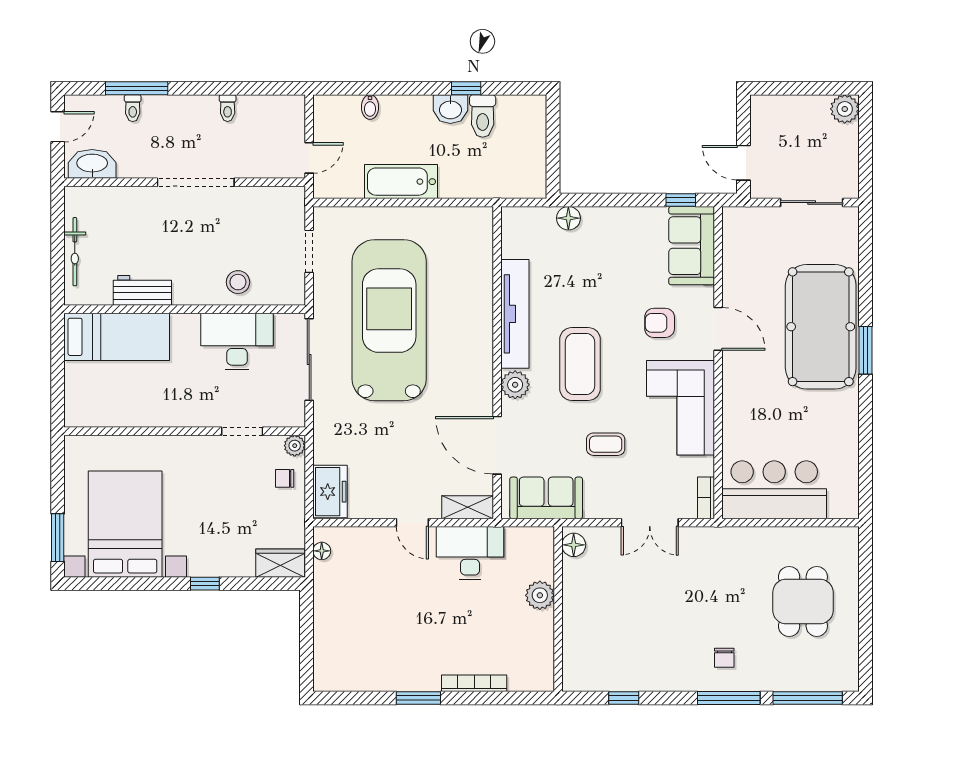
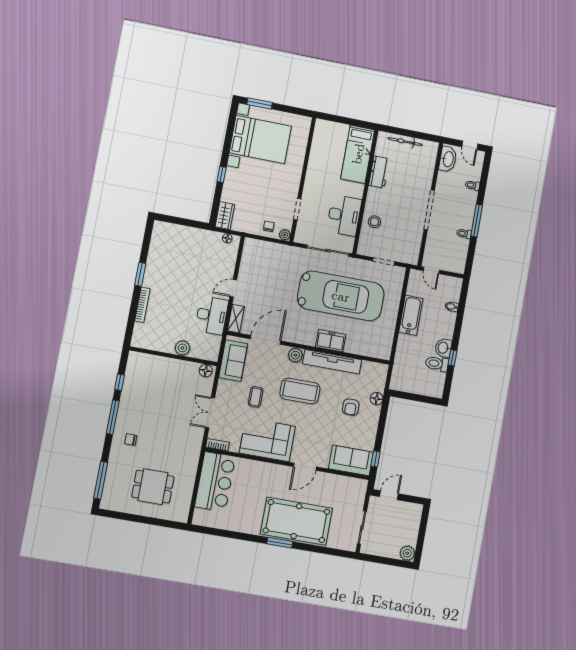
window: (137, 88) -> (477, 221), moved
armchair: (660, 323) -> (351, 407), moved, turned 180
freezer: (330, 492) -> (331, 341), moved, turned 180
window: (729, 698) -> (113, 417), moved

